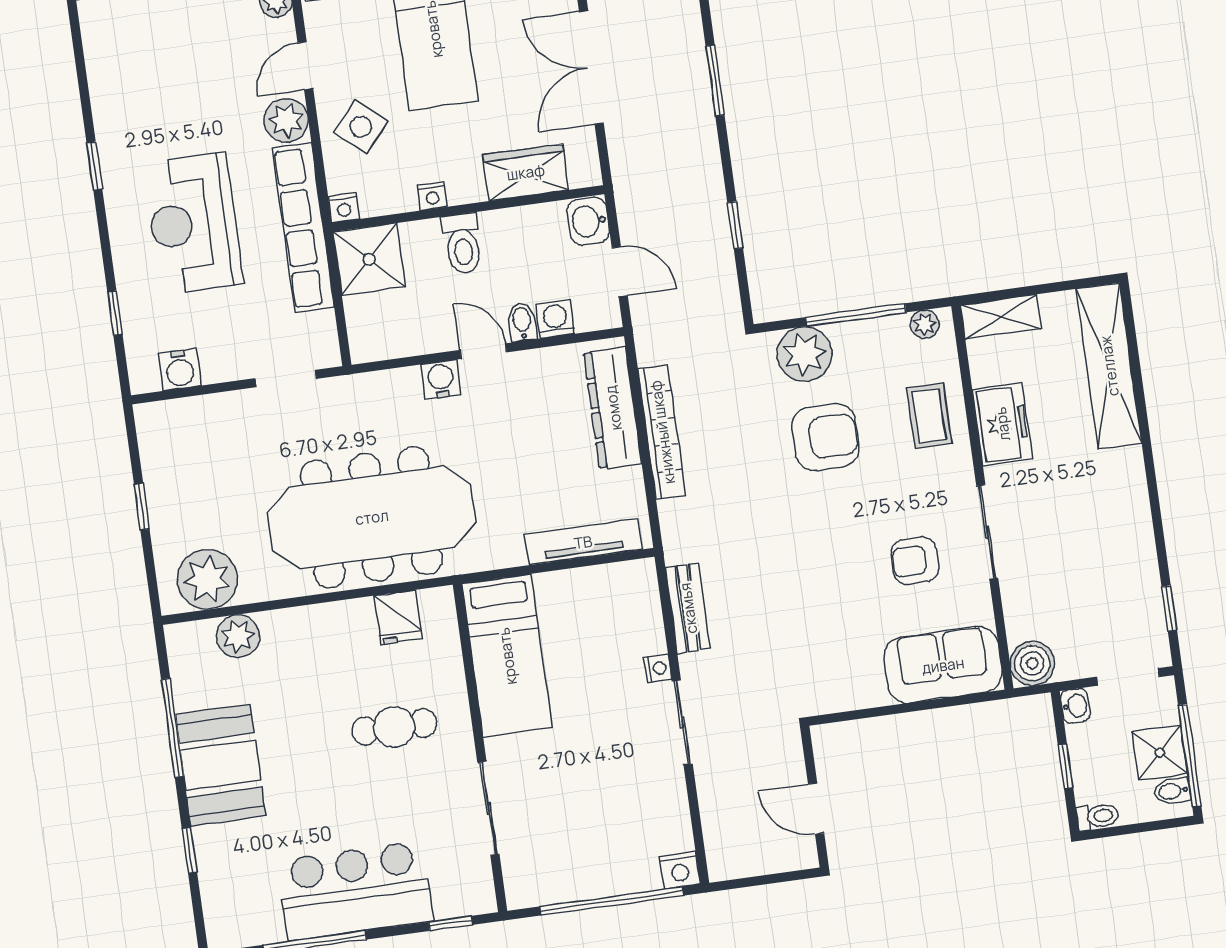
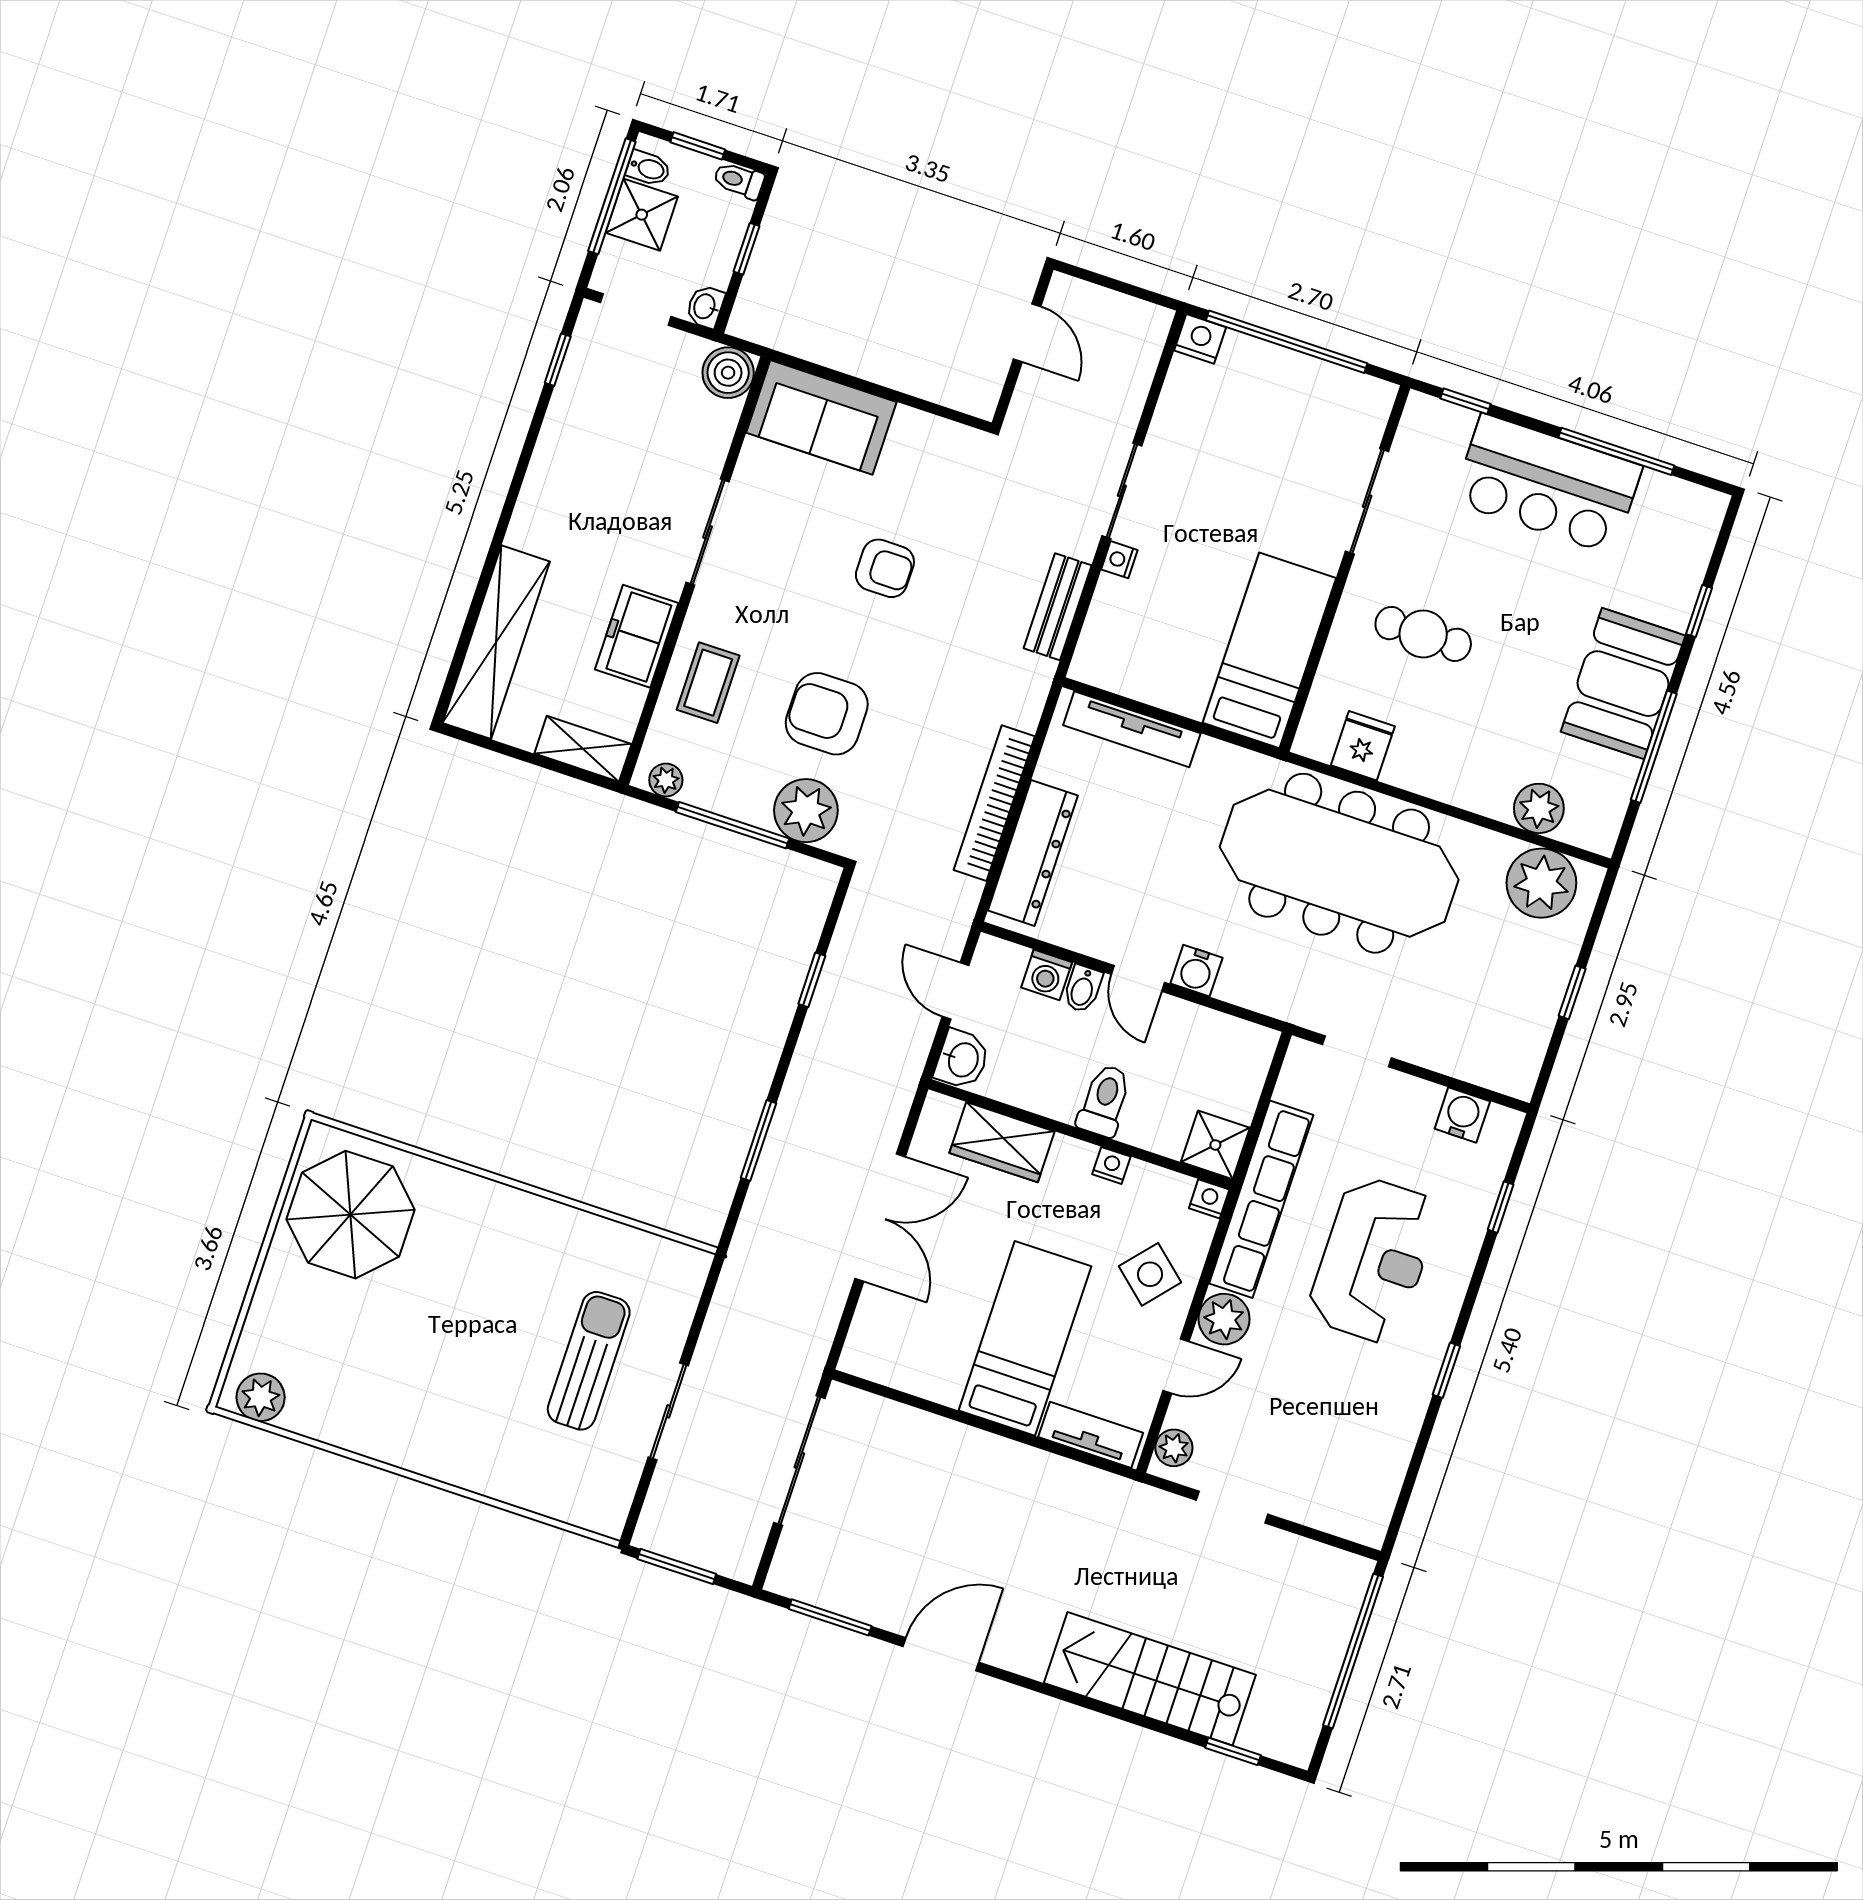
shower: (369, 259) -> (1215, 1145), width x0.73, depth x0.73
armchair: (915, 561) -> (885, 568), moved
window: (1143, 827) -> (698, 146), added

